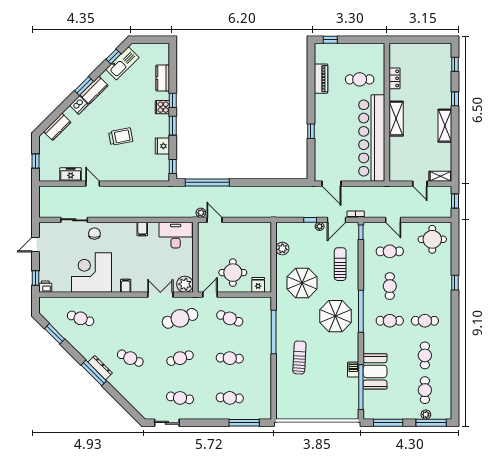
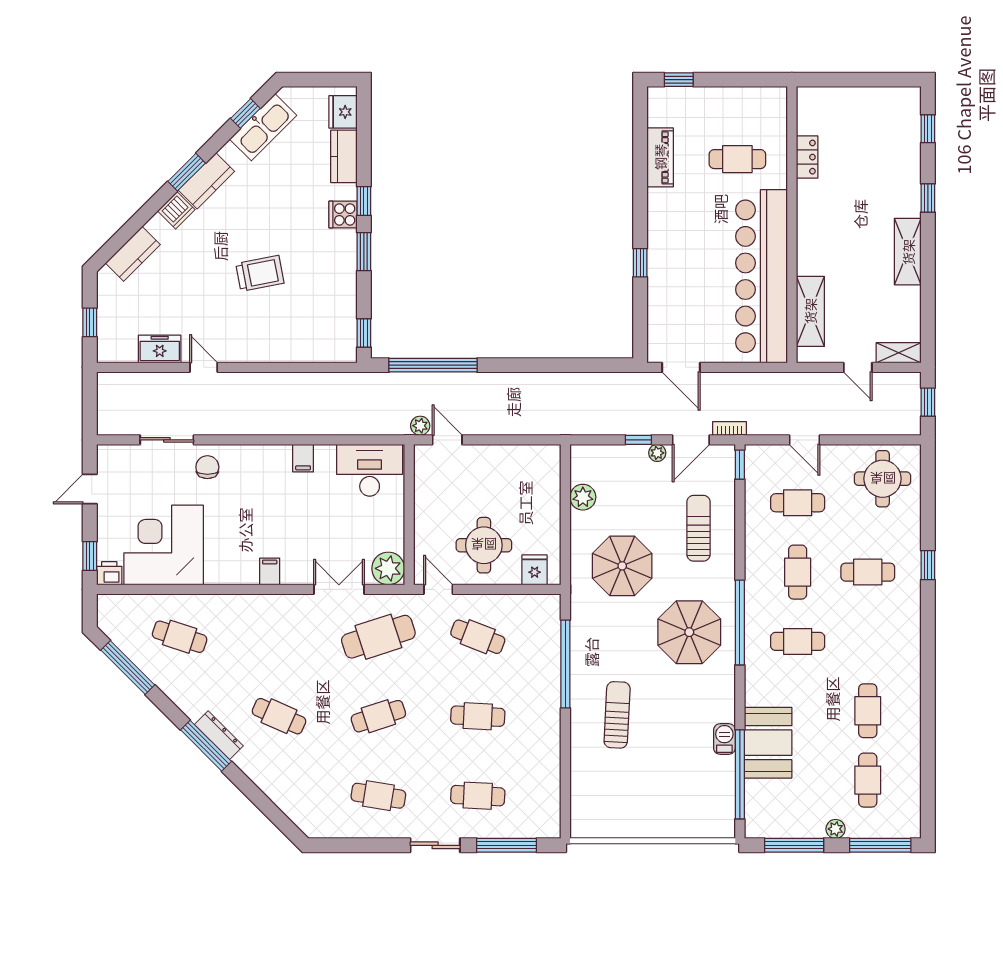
shelving: (396, 119) -> (810, 311), moved
fridge: (162, 146) -> (343, 112), moved
corner desk: (91, 272) -> (164, 545), moved
door: (210, 295) -> (438, 589), hinge flipped
cafe table: (425, 321) -> (868, 572), moved
window: (55, 334) -> (128, 668), width x1.44
plant: (426, 415) -> (836, 829), moved
sliding door: (167, 423) -> (435, 845), moved

